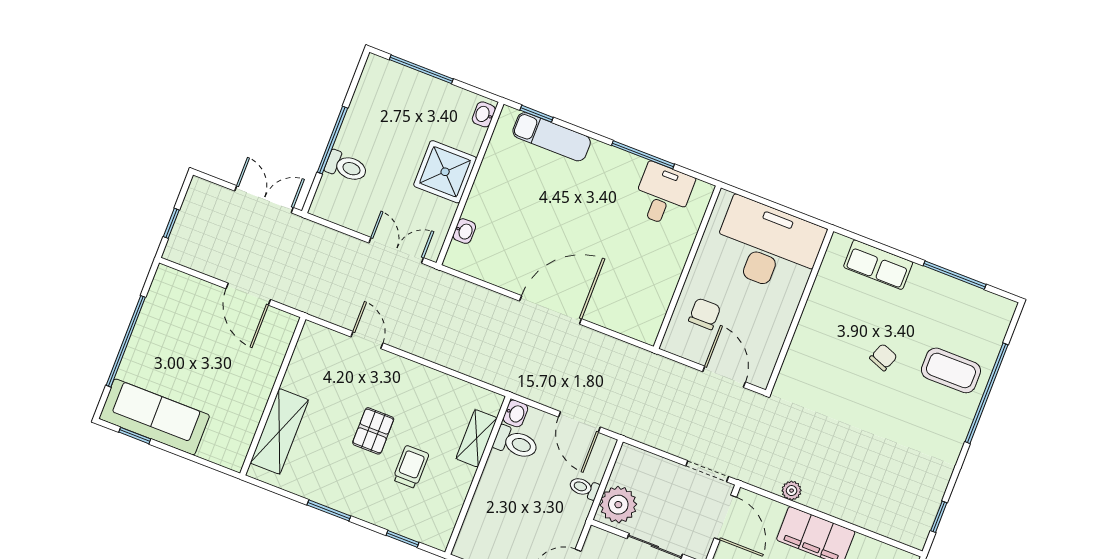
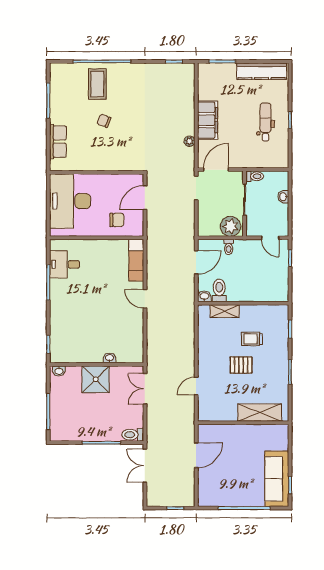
exam couch: (552, 137) -> (136, 260), moved, turned 180
toilet: (346, 167) -> (133, 435), moved, turned -90
washbasin: (464, 231) -> (109, 358), moved
door: (551, 310) -> (145, 299), width x0.53
chair: (705, 314) -> (117, 220), turned 180

